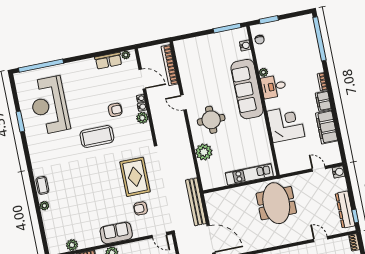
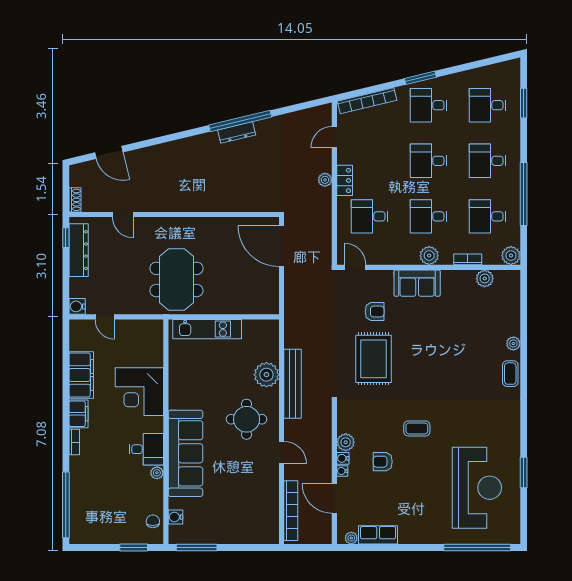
coffee table: (97, 136) -> (417, 428), width x0.54, depth x0.58
bench: (196, 202) -> (293, 384), moved

